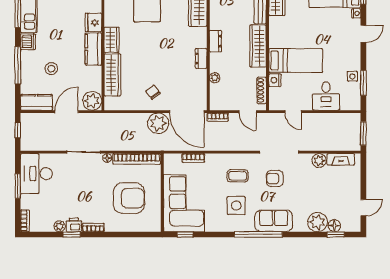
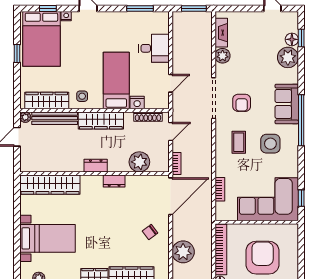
side table: (352, 76) -> (82, 96), moved
plant: (215, 78) -> (139, 162), width x1.88, depth x1.88
plant: (158, 123) -> (183, 252), moved

